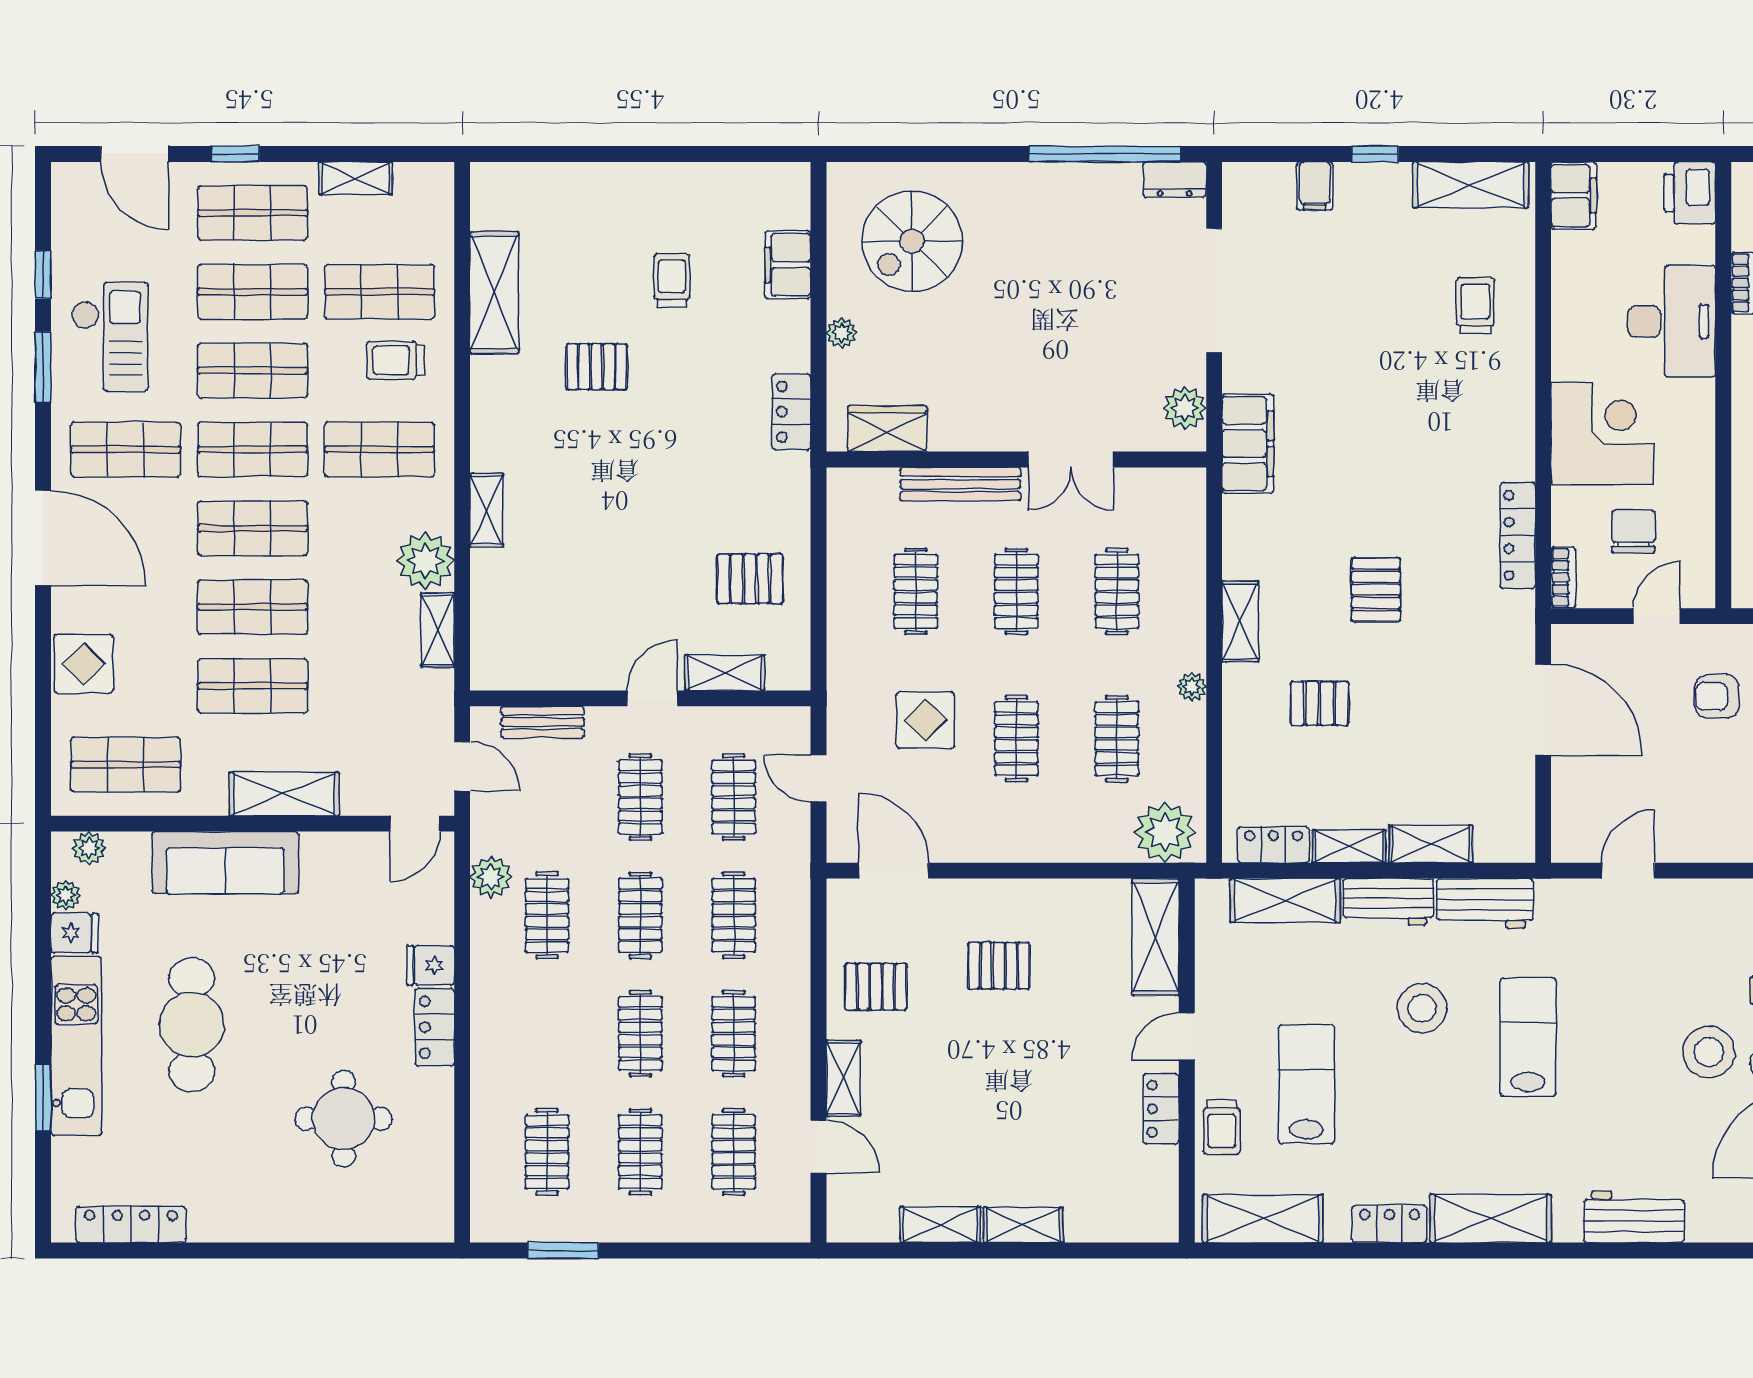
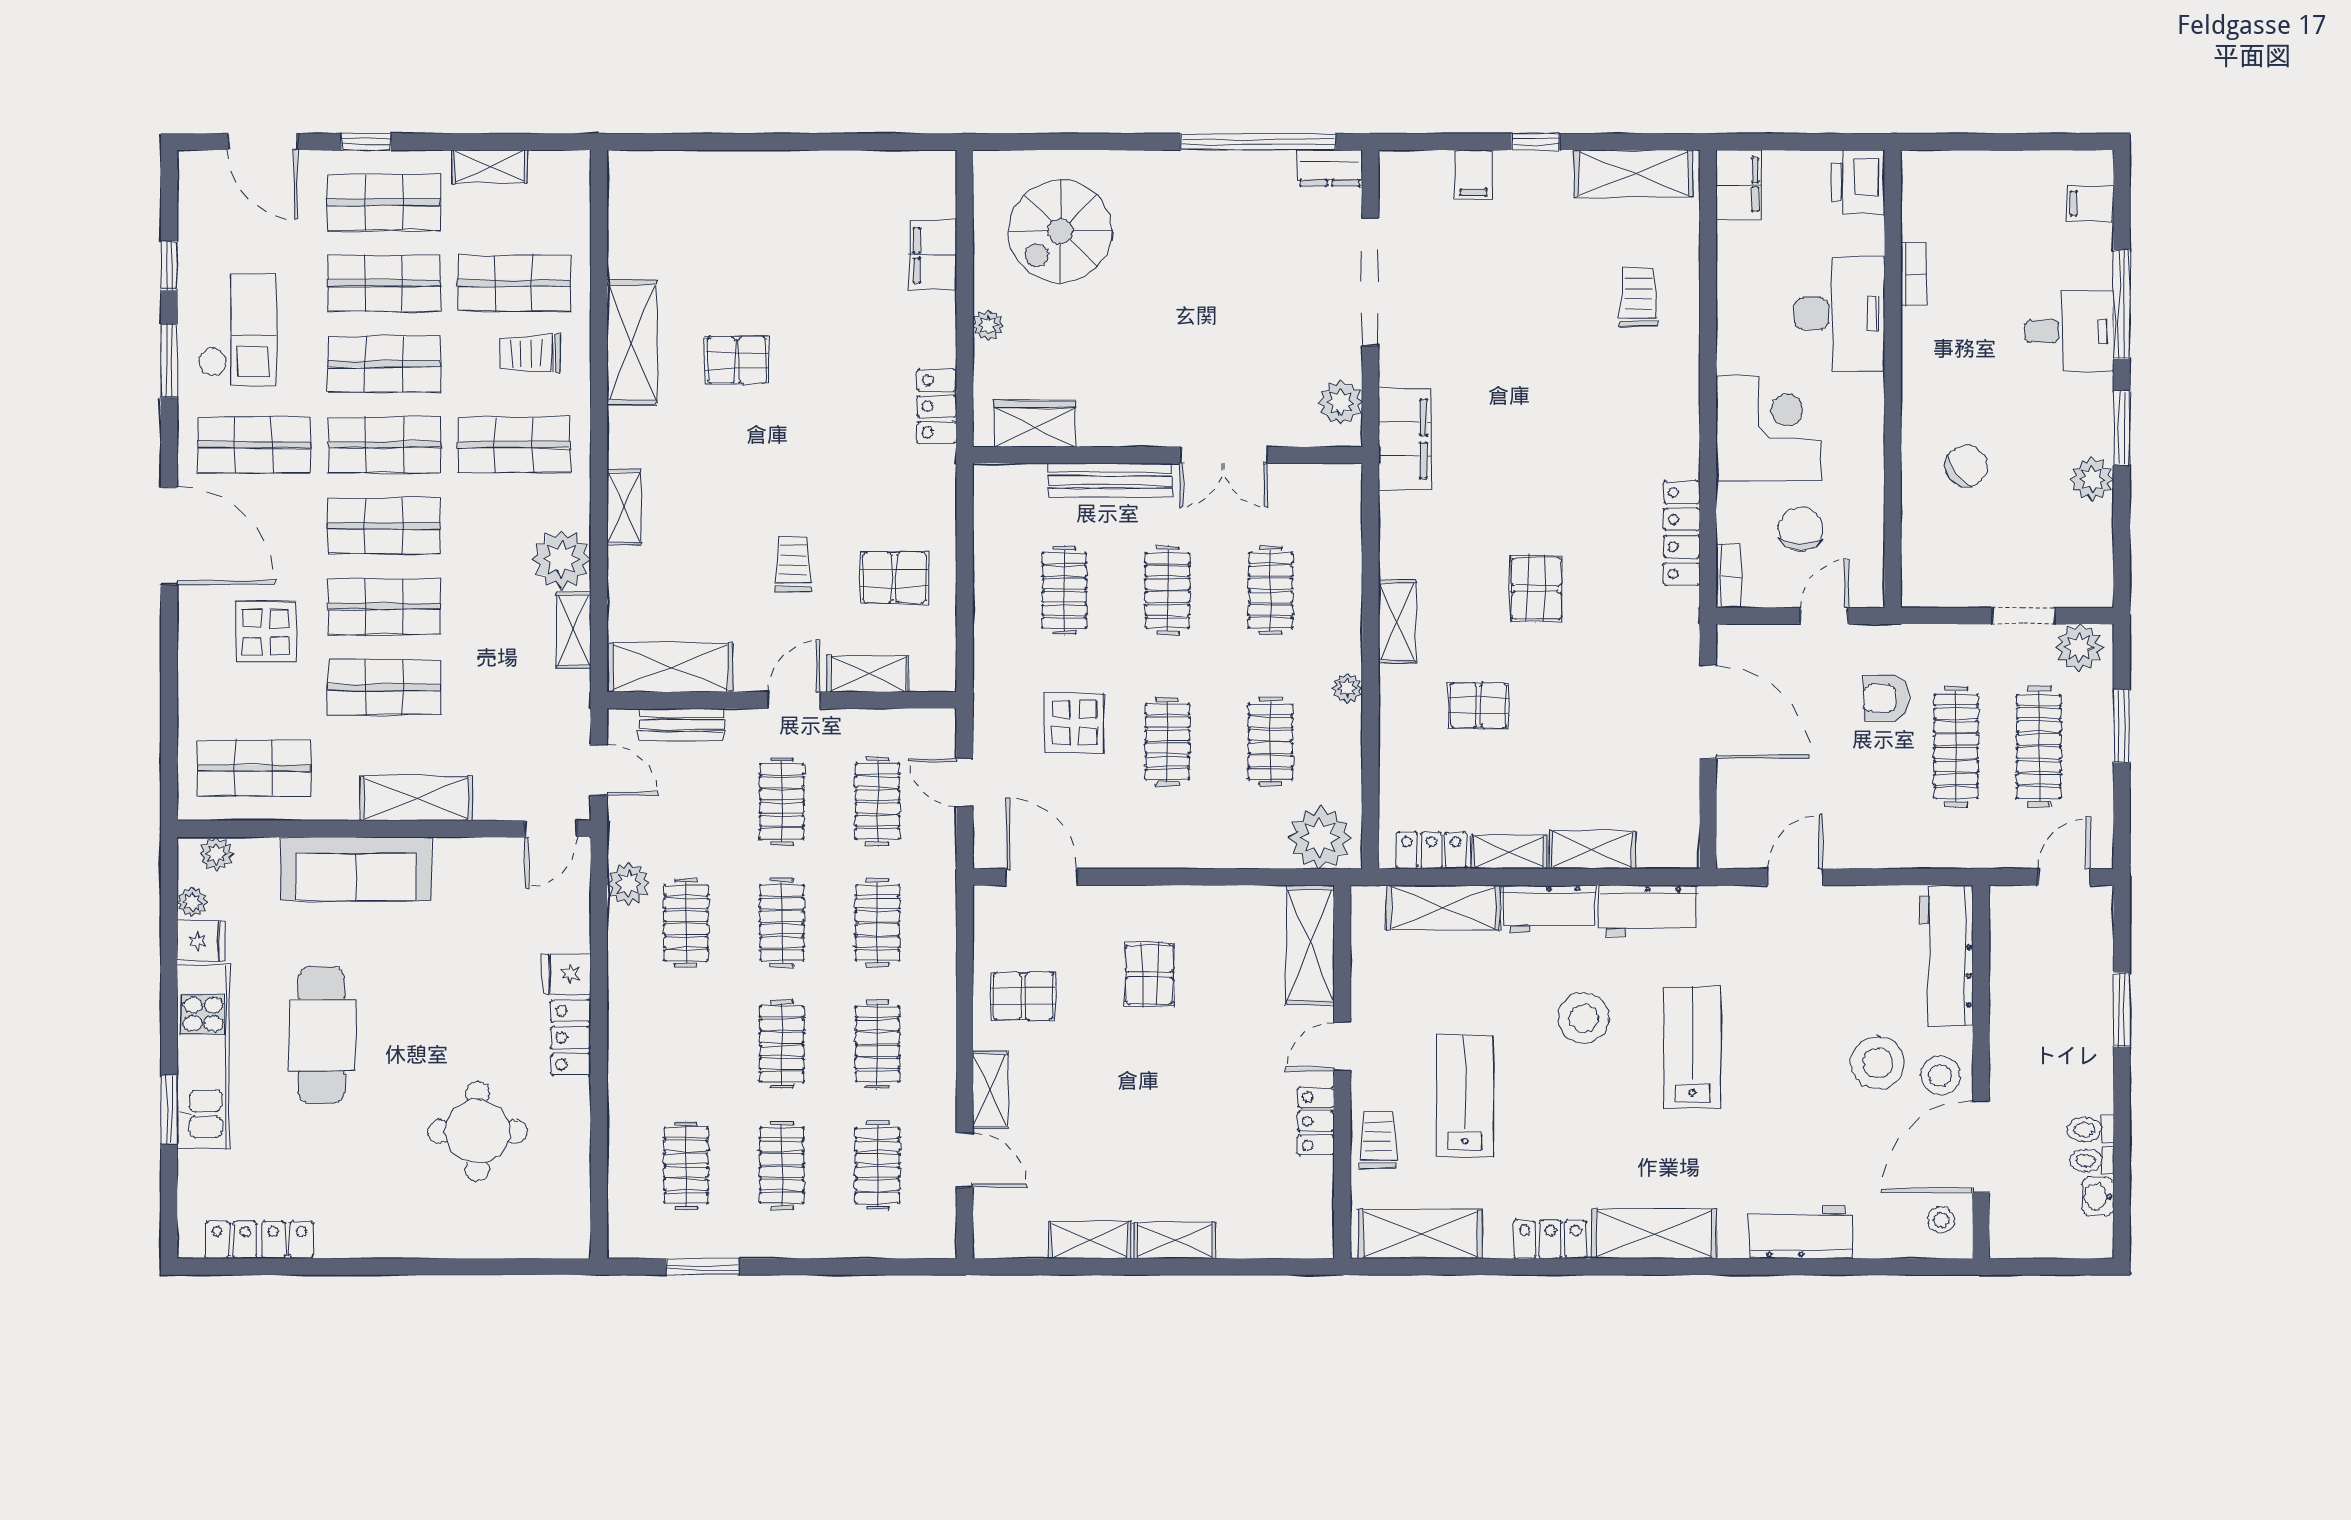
trolley: (672, 280) -> (793, 564), moved
shelving: (494, 292) -> (632, 342), moved
display table: (84, 664) -> (266, 632), moved
shelving: (532, 666) -> (670, 667), added
pallet: (999, 966) -> (1149, 974), turned 90
trolley: (1222, 1127) -> (1378, 1140), turned 180

